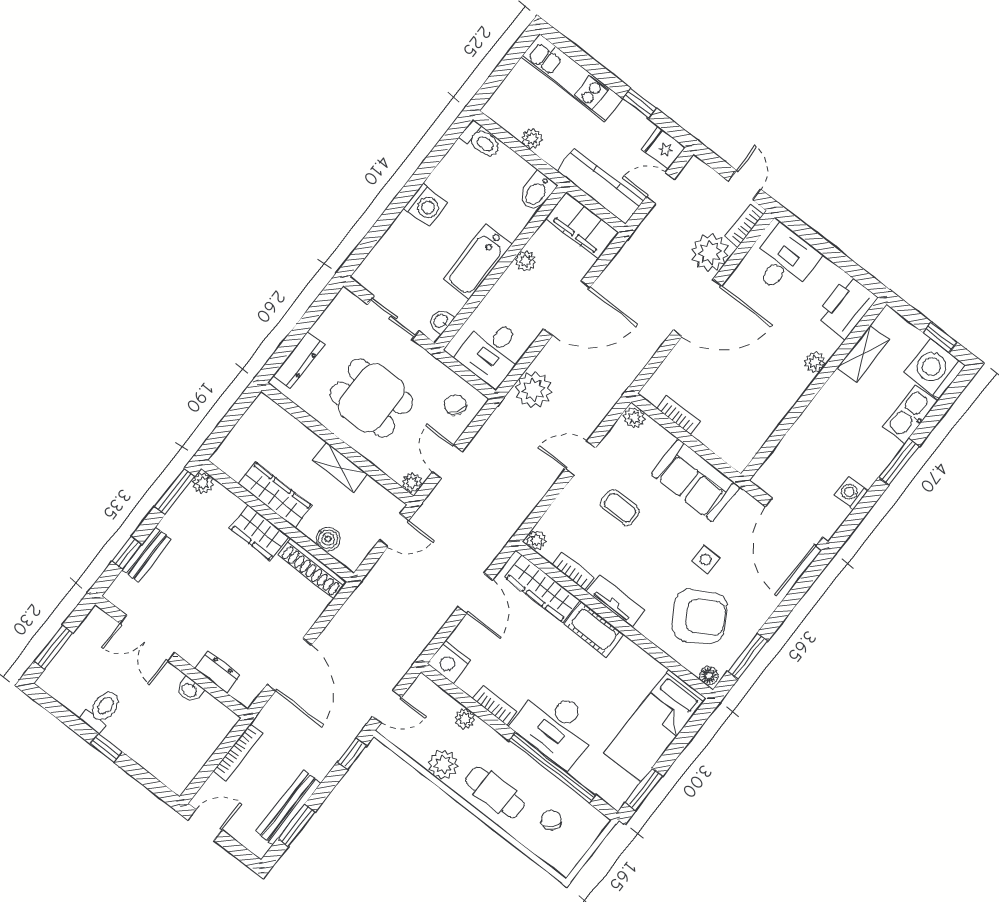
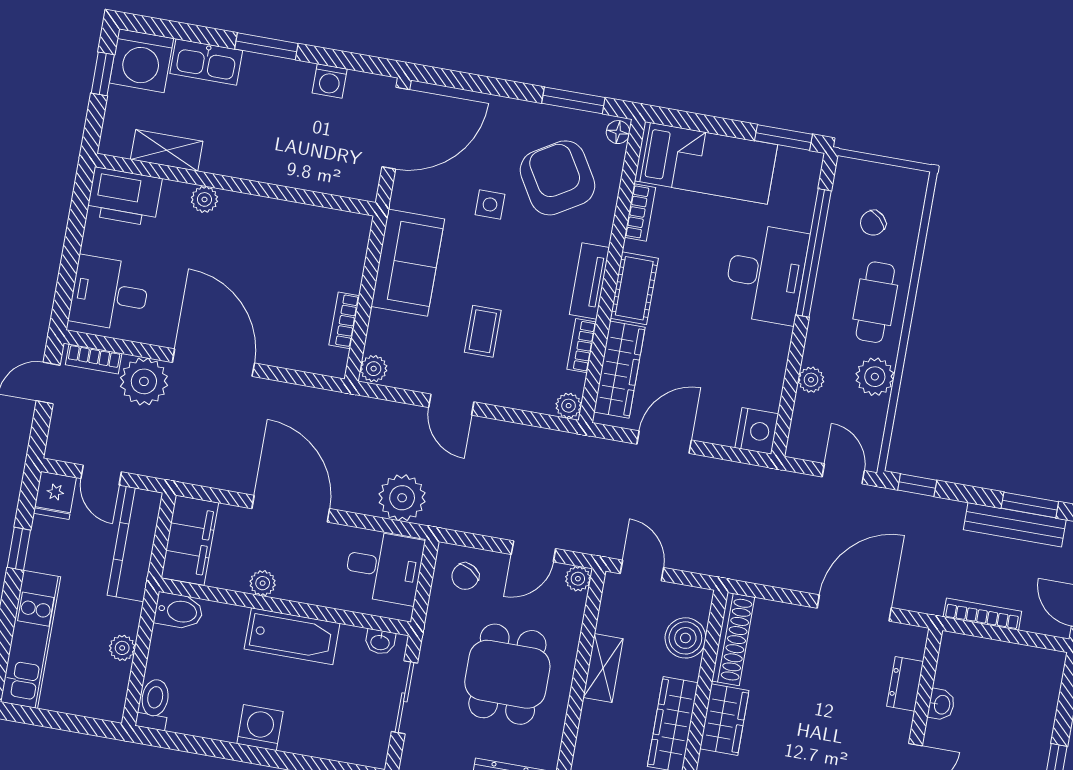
boiler: (328, 539) -> (685, 638), width x1.36, depth x1.36
bookcase: (495, 705) -> (640, 212), moved, turned 180

